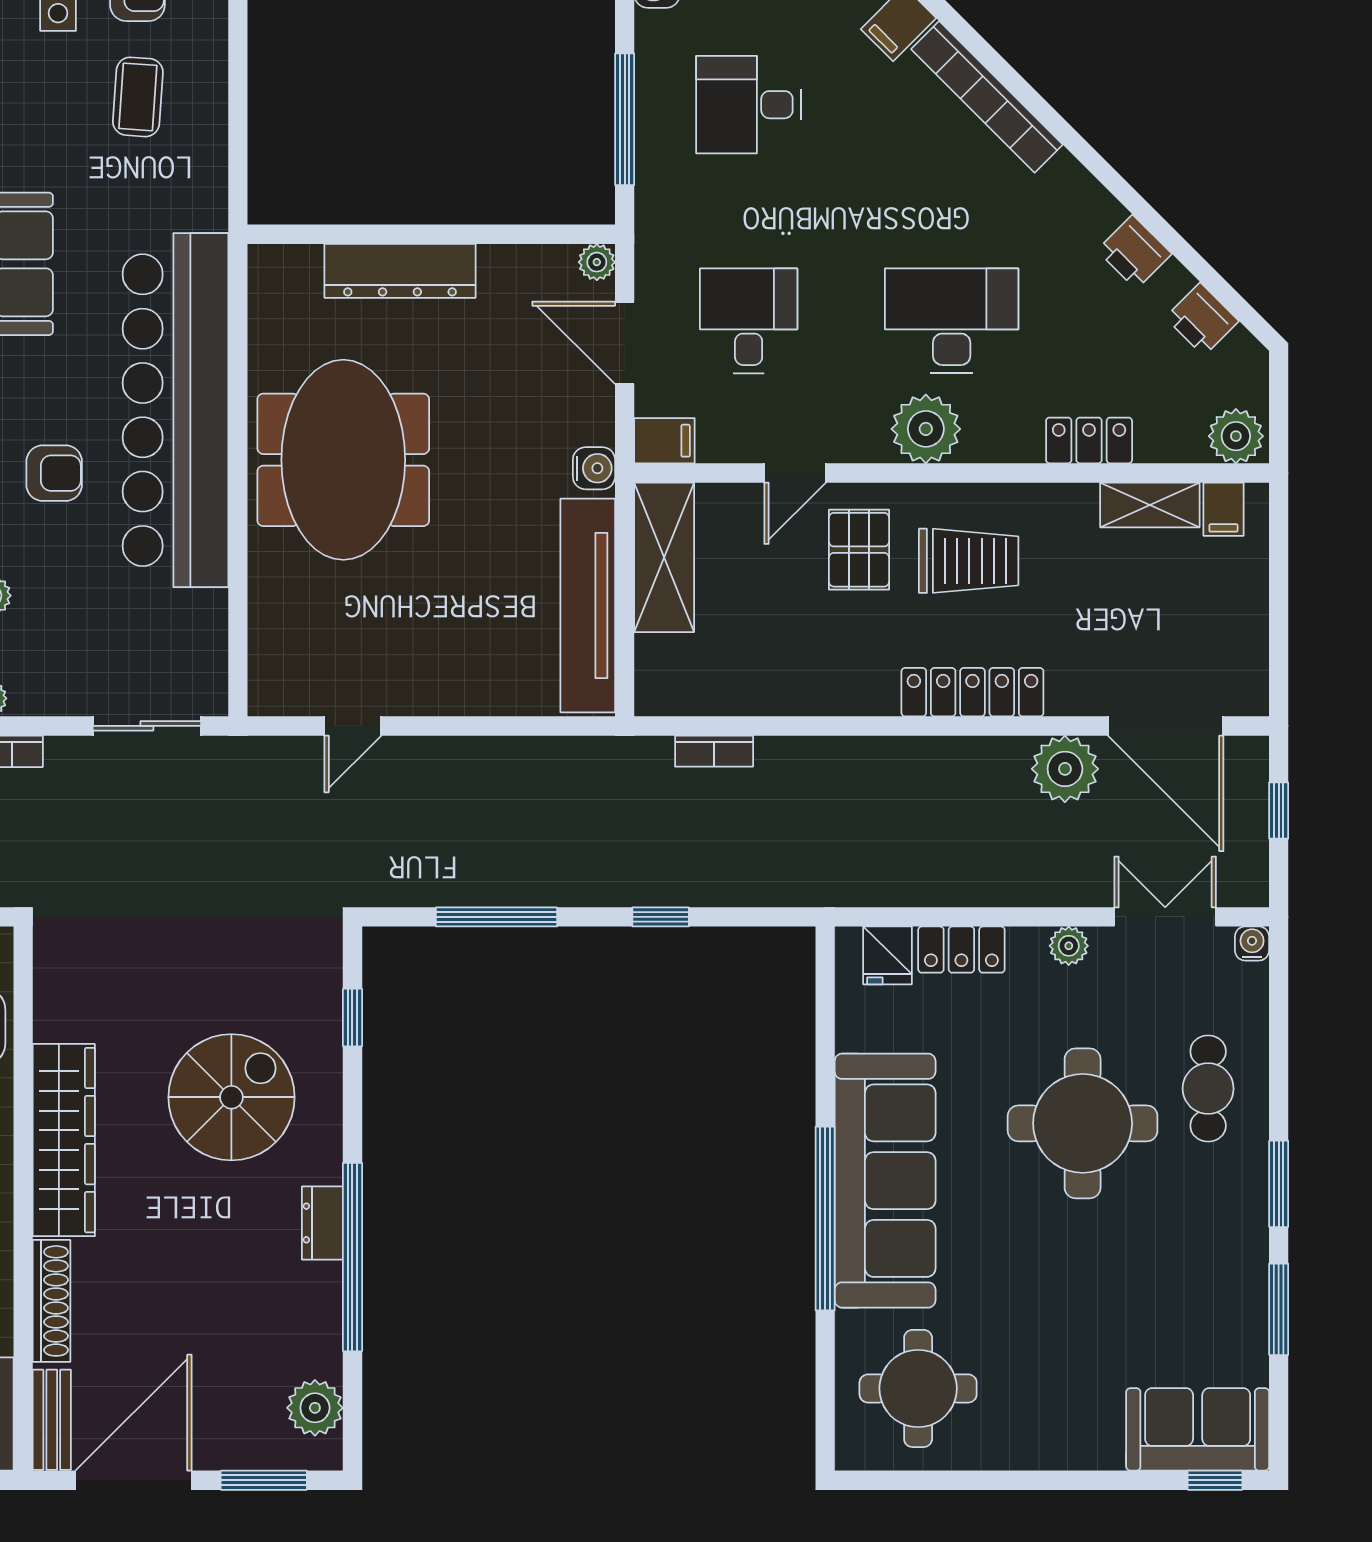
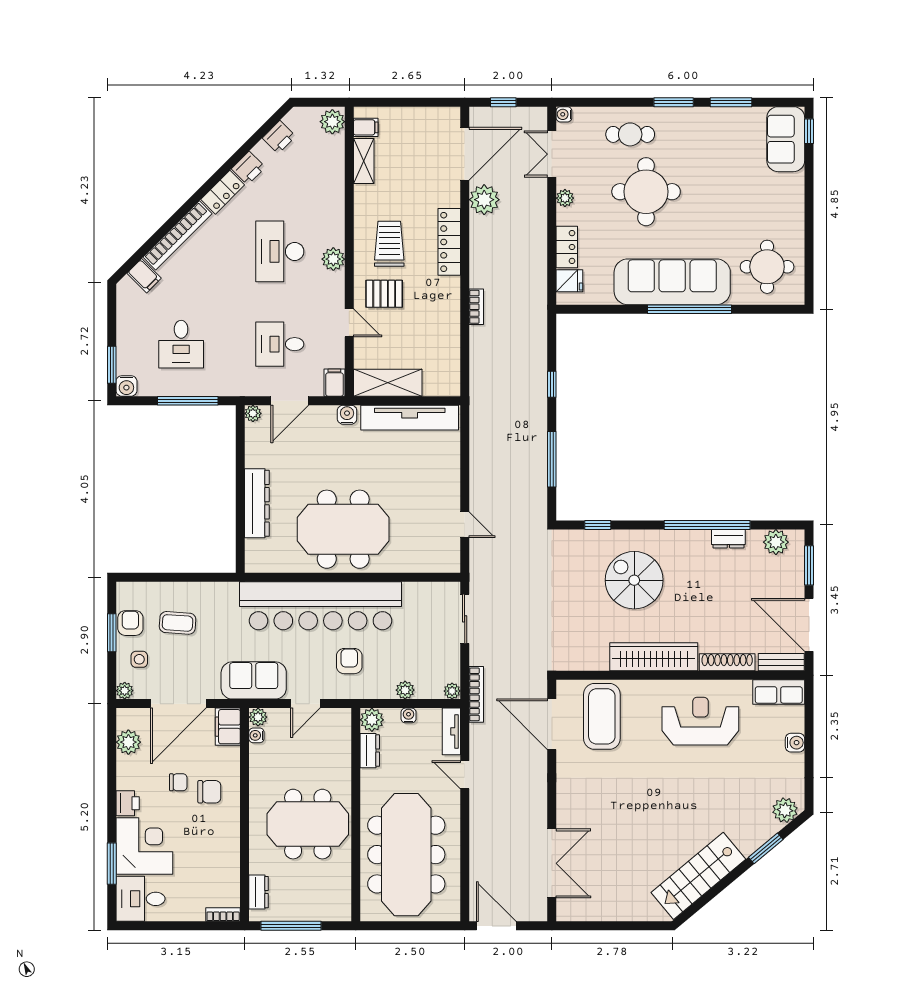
plant: (926, 429) -> (333, 259), width x0.73, depth x0.73
locker: (1089, 440) -> (223, 192), moved, turned -135
bookcase: (714, 751) -> (476, 307), moved
dresser: (322, 1223) -> (728, 539), moved

